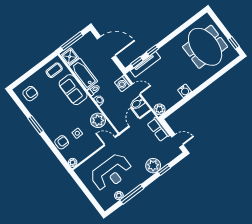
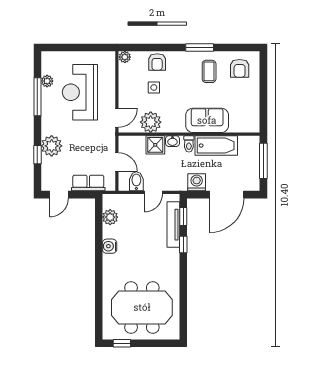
shower: (70, 57) -> (155, 145), moved
coffee table: (54, 70) -> (209, 71), moved
washing machine: (123, 83) -> (197, 182), moved
plant: (160, 109) -> (110, 217), moved

